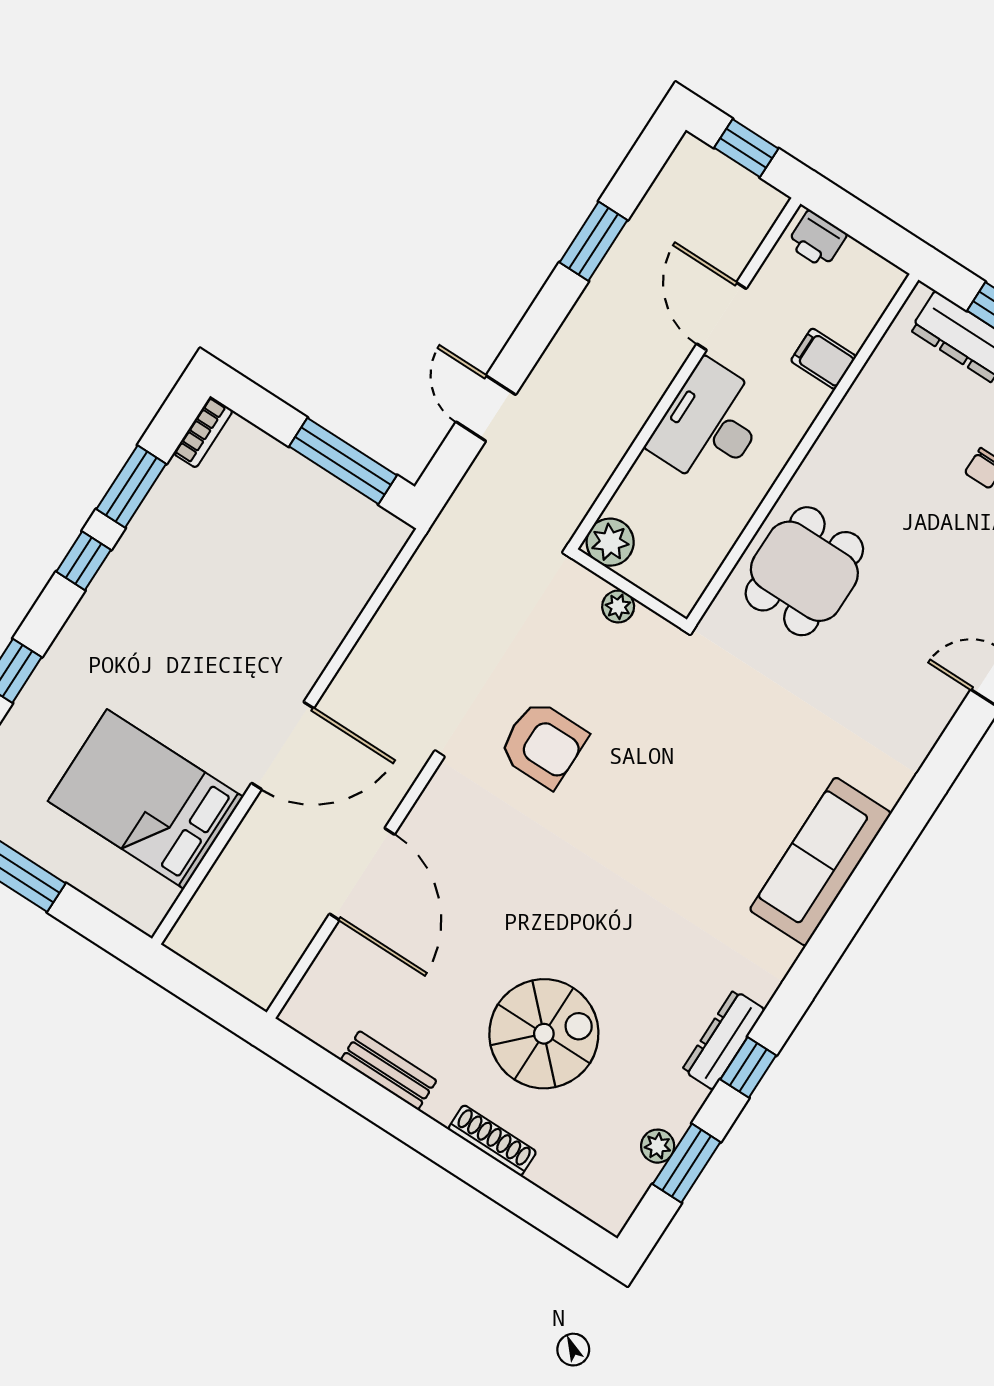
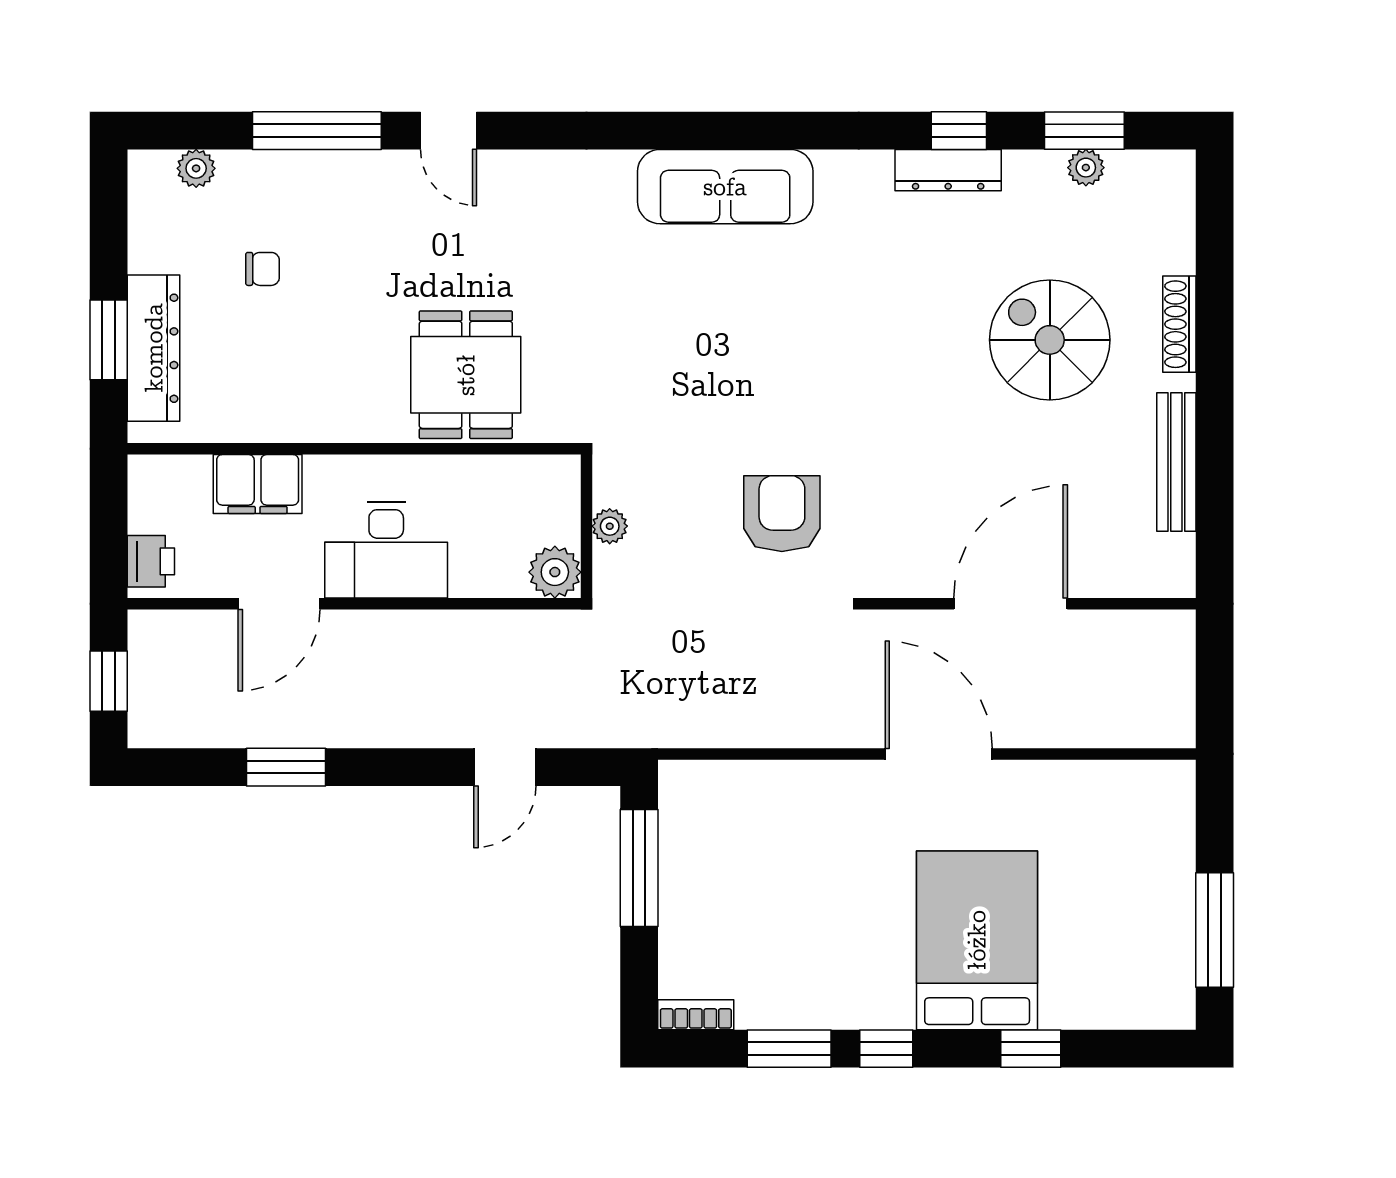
filing cabinet: (823, 359) -> (258, 484), width x2.00
dining table: (804, 571) -> (466, 375), turned 90
bed: (146, 799) -> (977, 940), moved, turned 180
bench: (389, 1070) -> (1176, 462), width x1.36

